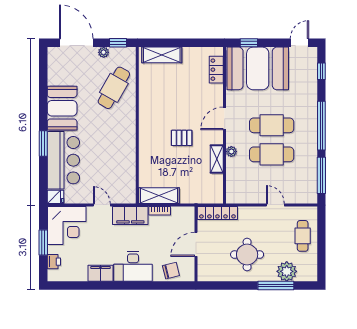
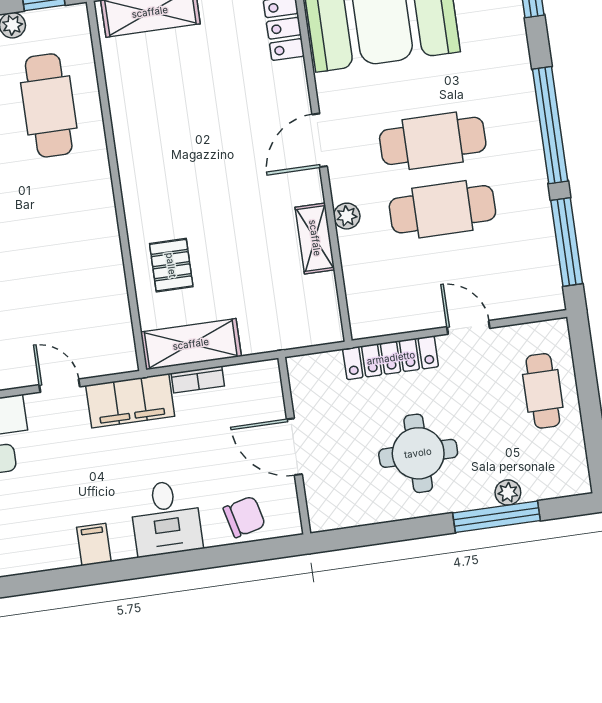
cafe table: (114, 88) -> (49, 105), turned -30
pallet: (182, 138) -> (171, 265), moved, turned 90
locker: (217, 213) -> (391, 358), moved
door: (196, 244) -> (294, 447), hinge flipped
desk: (133, 266) -> (166, 518), width x0.73
plant: (287, 271) -> (508, 492), width x0.53, depth x0.53
filing cabinet: (101, 273) -> (94, 544), width x0.50

